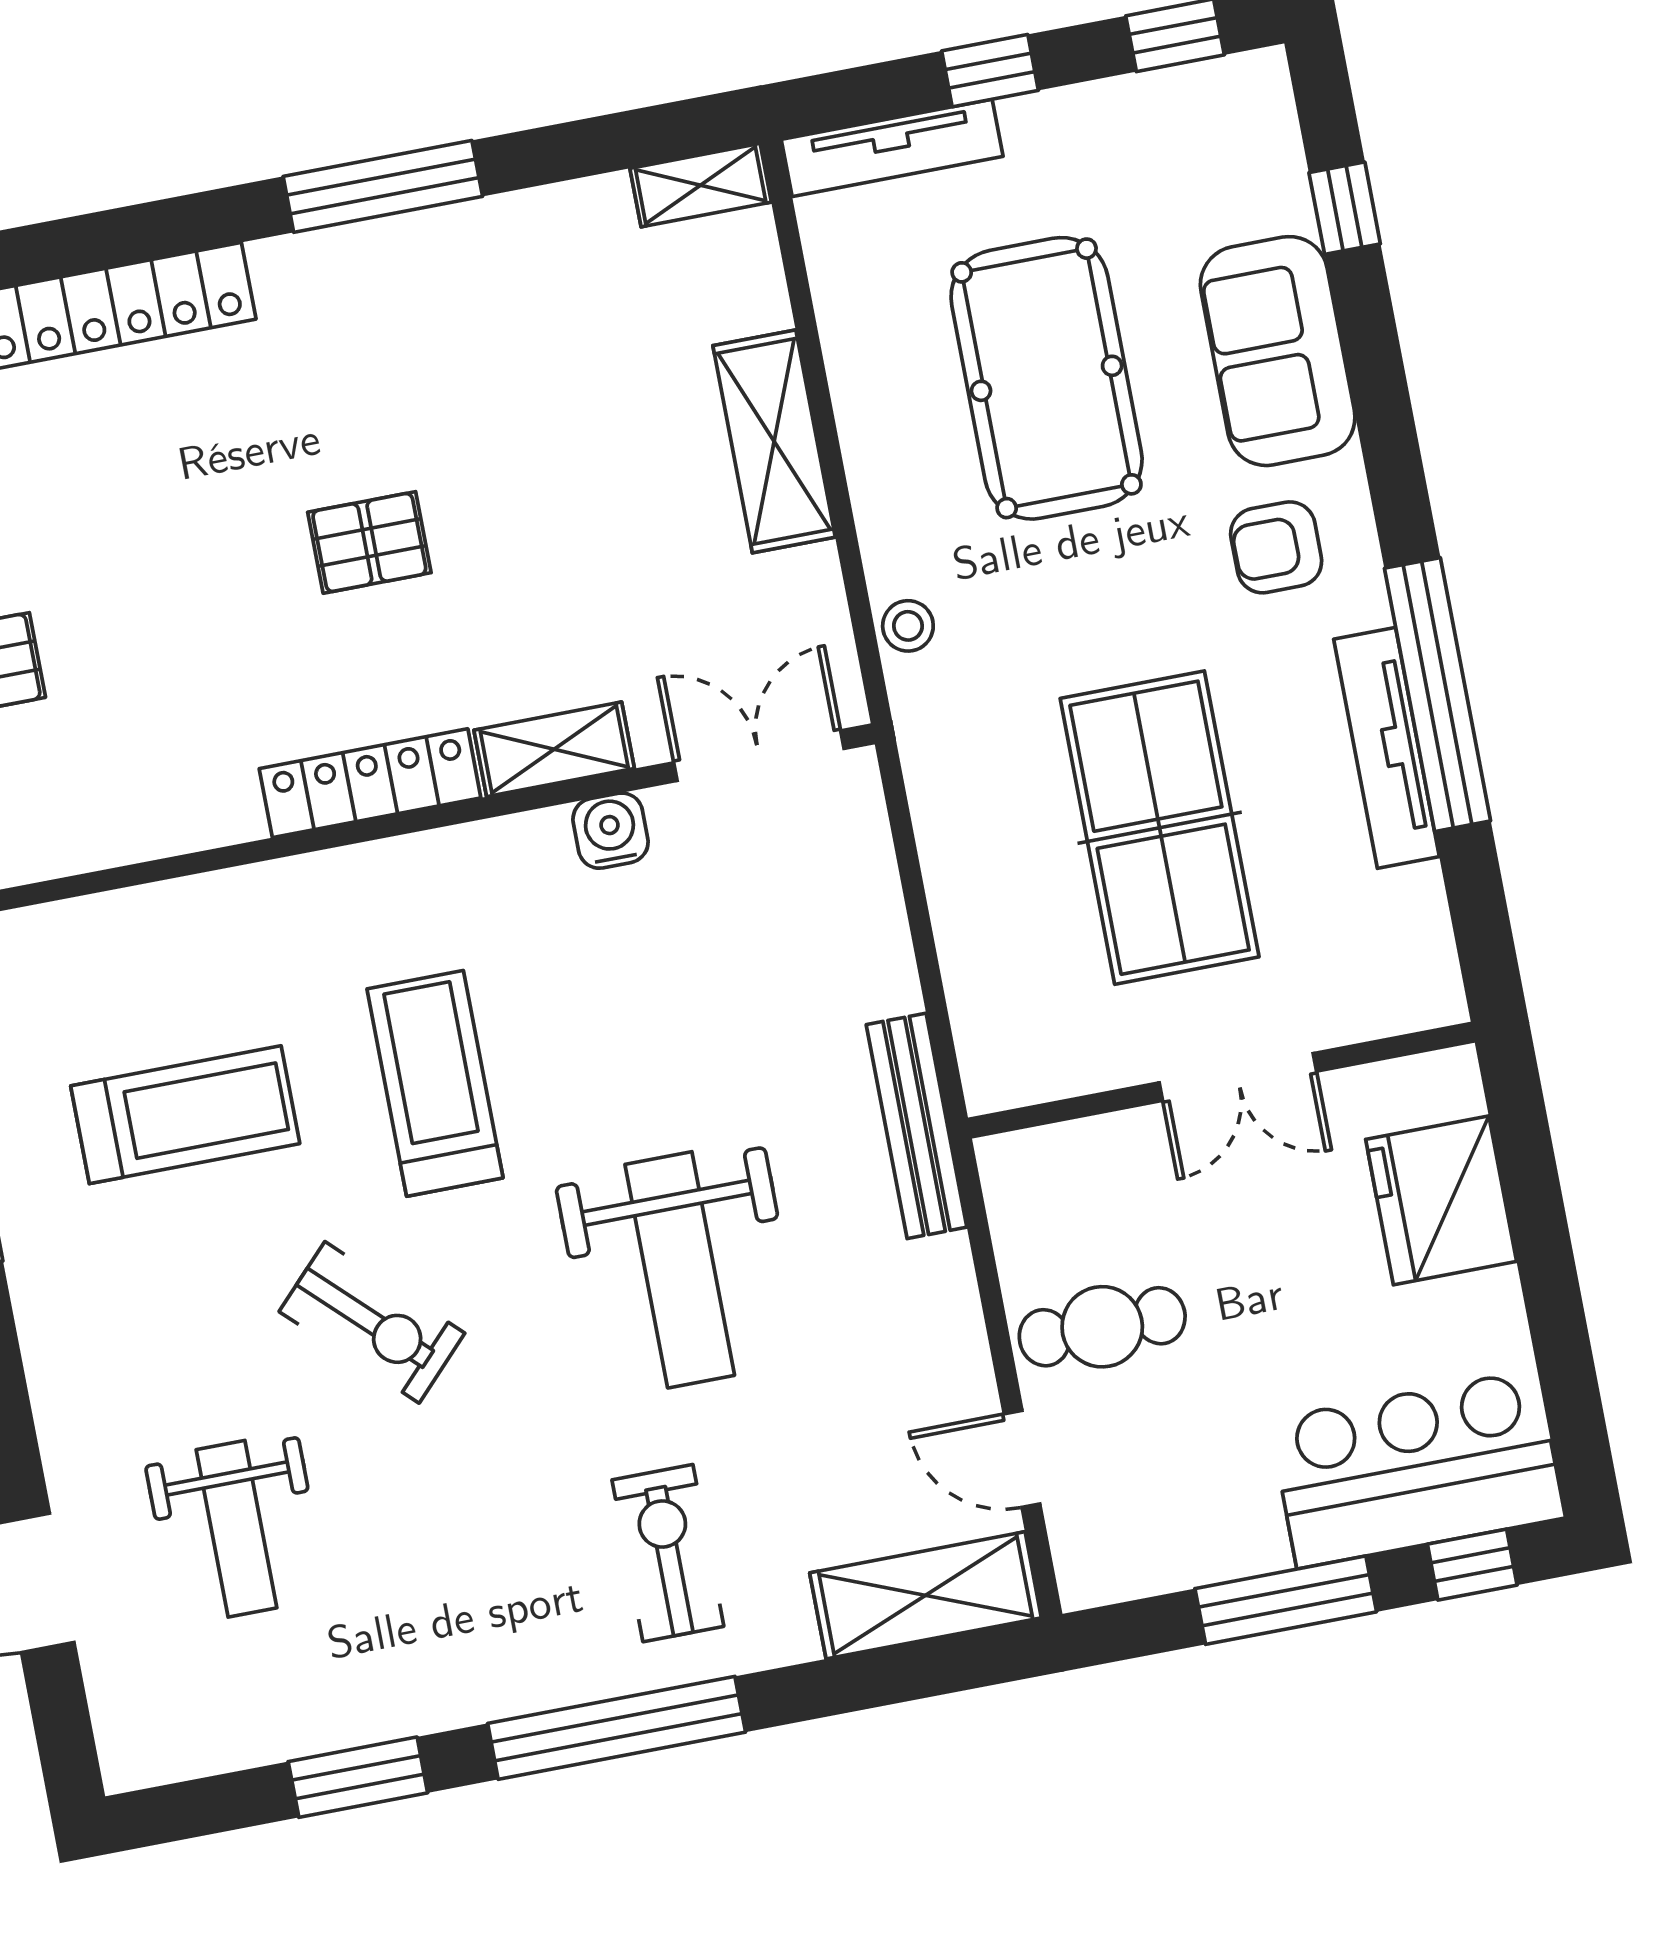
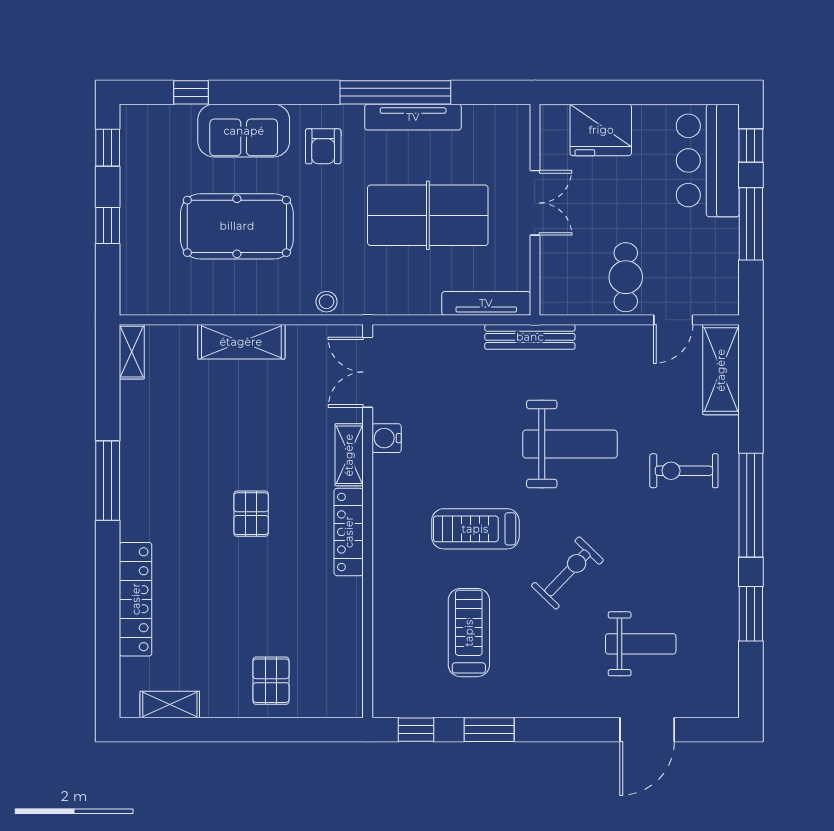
tv unit: (892, 148) -> (486, 303), moved, turned -90

